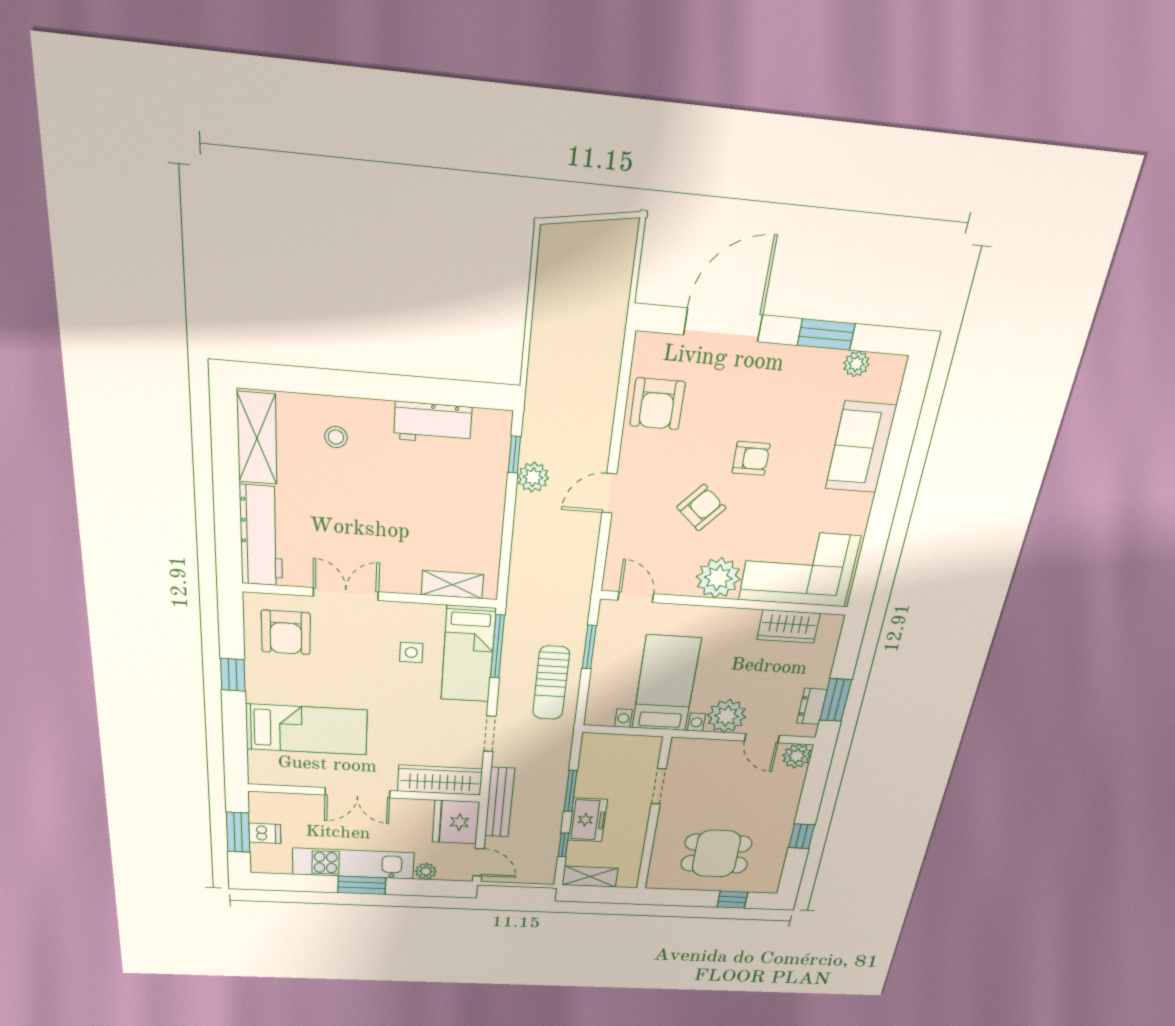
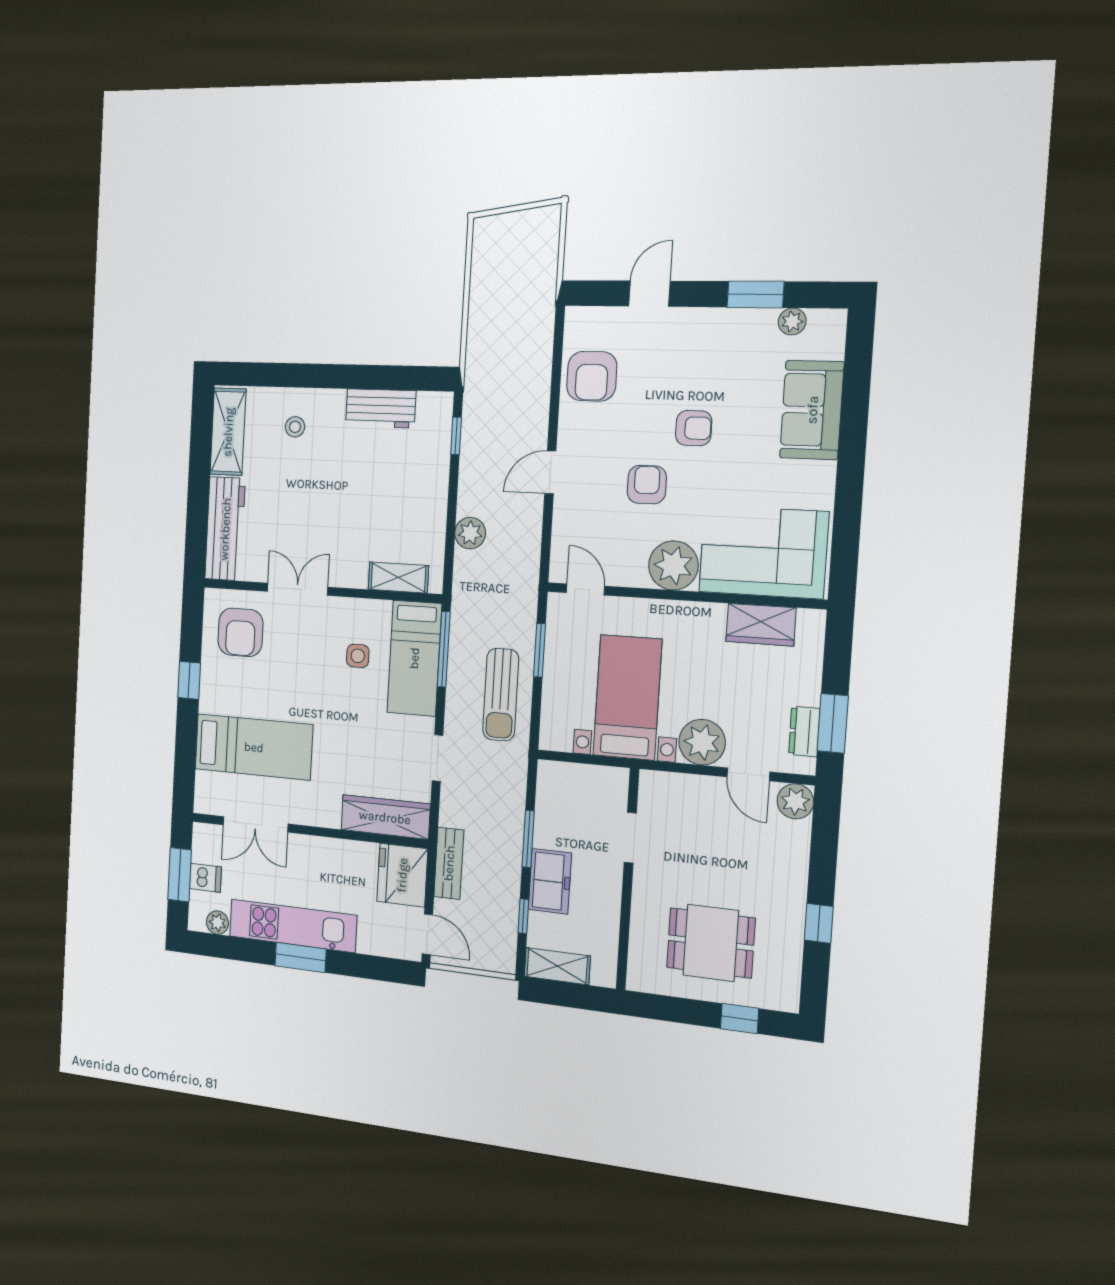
door: (723, 325) -> (649, 294), width x0.53
plant: (533, 477) -> (470, 533), moved
armchair: (701, 508) -> (647, 485), turned -42
double door: (357, 793) -> (255, 824), moved
bench: (500, 802) -> (449, 863), width x0.73
plant: (426, 871) -> (217, 923), moved

